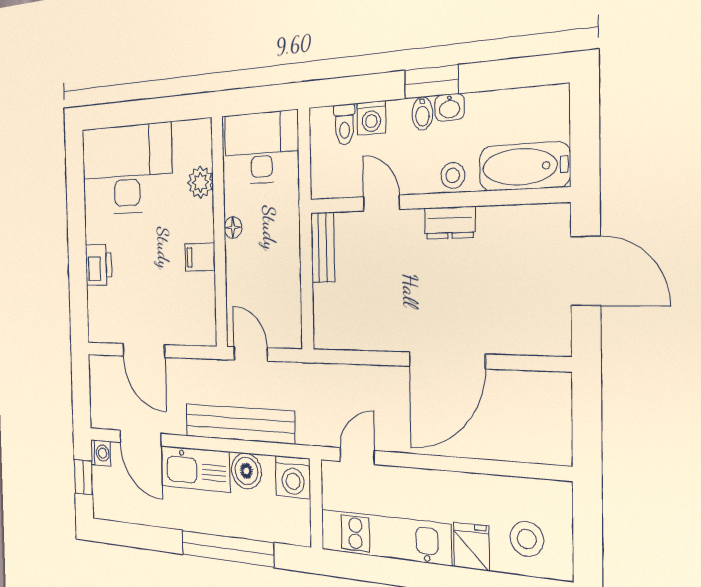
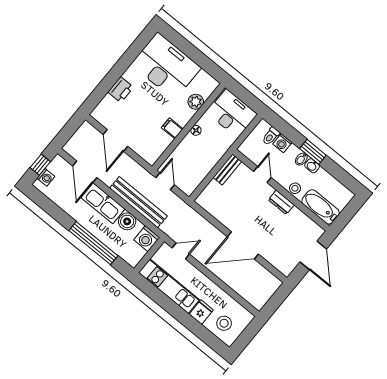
washing machine: (101, 453) -> (46, 177), moved

